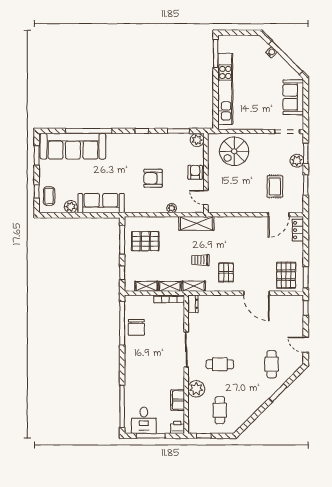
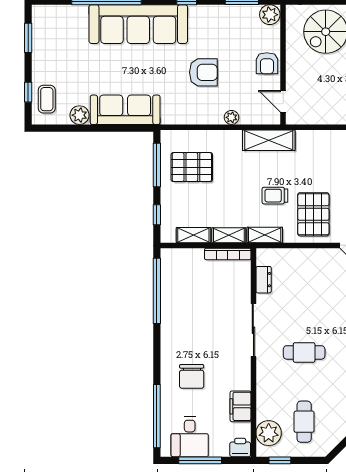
sofa: (73, 146) -> (138, 24), moved
armchair: (195, 172) -> (267, 63), turned 180
armchair: (153, 178) -> (203, 72), turned 180
pallet: (226, 272) -> (313, 214), width x1.50, depth x1.42
dresser: (193, 304) -> (264, 280), moved
chair: (136, 327) -> (192, 376), moved
plant: (196, 389) -> (269, 433), moved

